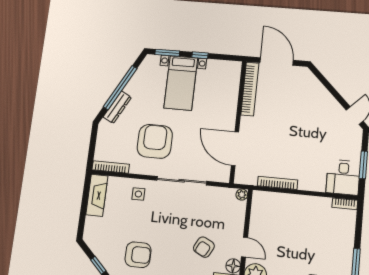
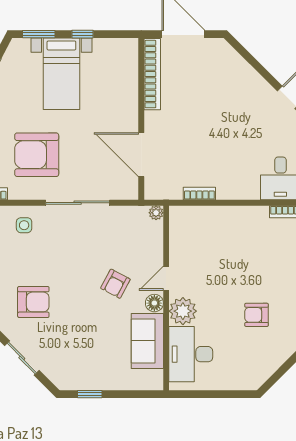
armchair: (155, 141) -> (37, 155), turned -90
bookcase: (277, 183) -> (199, 193), width x0.64
door: (245, 247) -> (166, 278), swing flipped

